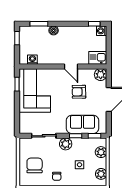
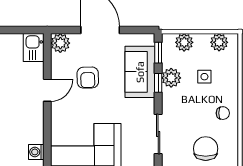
plant: (66, 144) -> (171, 78), moved
chair: (35, 165) -> (206, 149), turned 90

